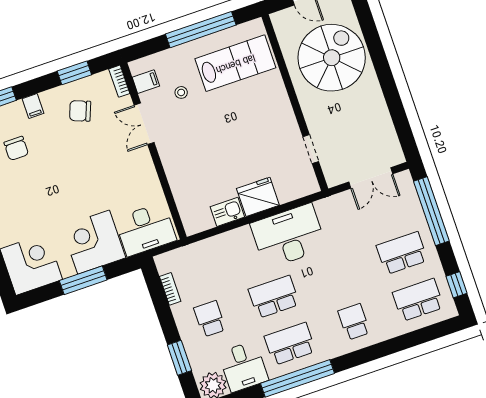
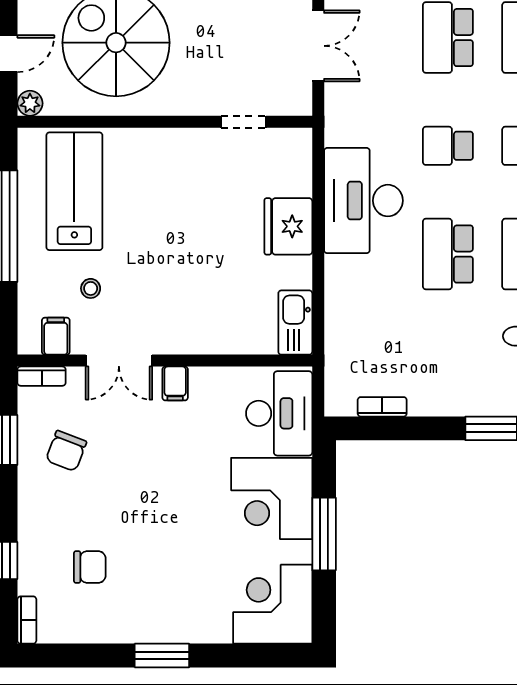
plant: (278, 19) -> (30, 103), added
filing cabinet: (33, 106) -> (175, 383), moved, turned 90
kitchen sink: (227, 212) -> (295, 323), moved, width x1.38
school desk: (210, 319) -> (448, 146), moved

